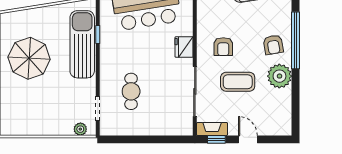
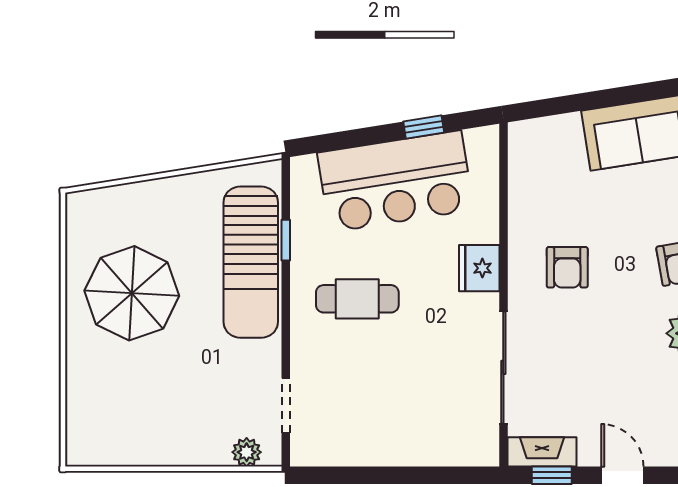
sun lounger: (82, 44) -> (251, 262), turned 180
coffee table: (238, 82) -> (600, 346), removed
cafe table: (131, 91) -> (357, 299), moved, turned 90

